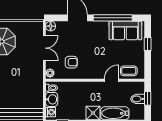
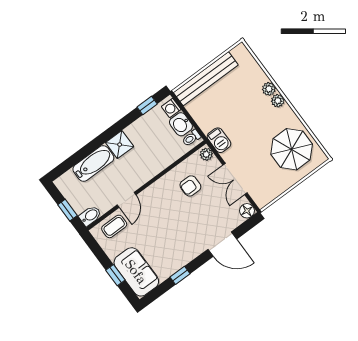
window: (113, 18) -> (180, 275), width x0.32
sofa: (125, 31) -> (136, 272), moved, turned 90
barbecue: (37, 76) -> (219, 140), added
bidet: (138, 99) -> (90, 216), moved

